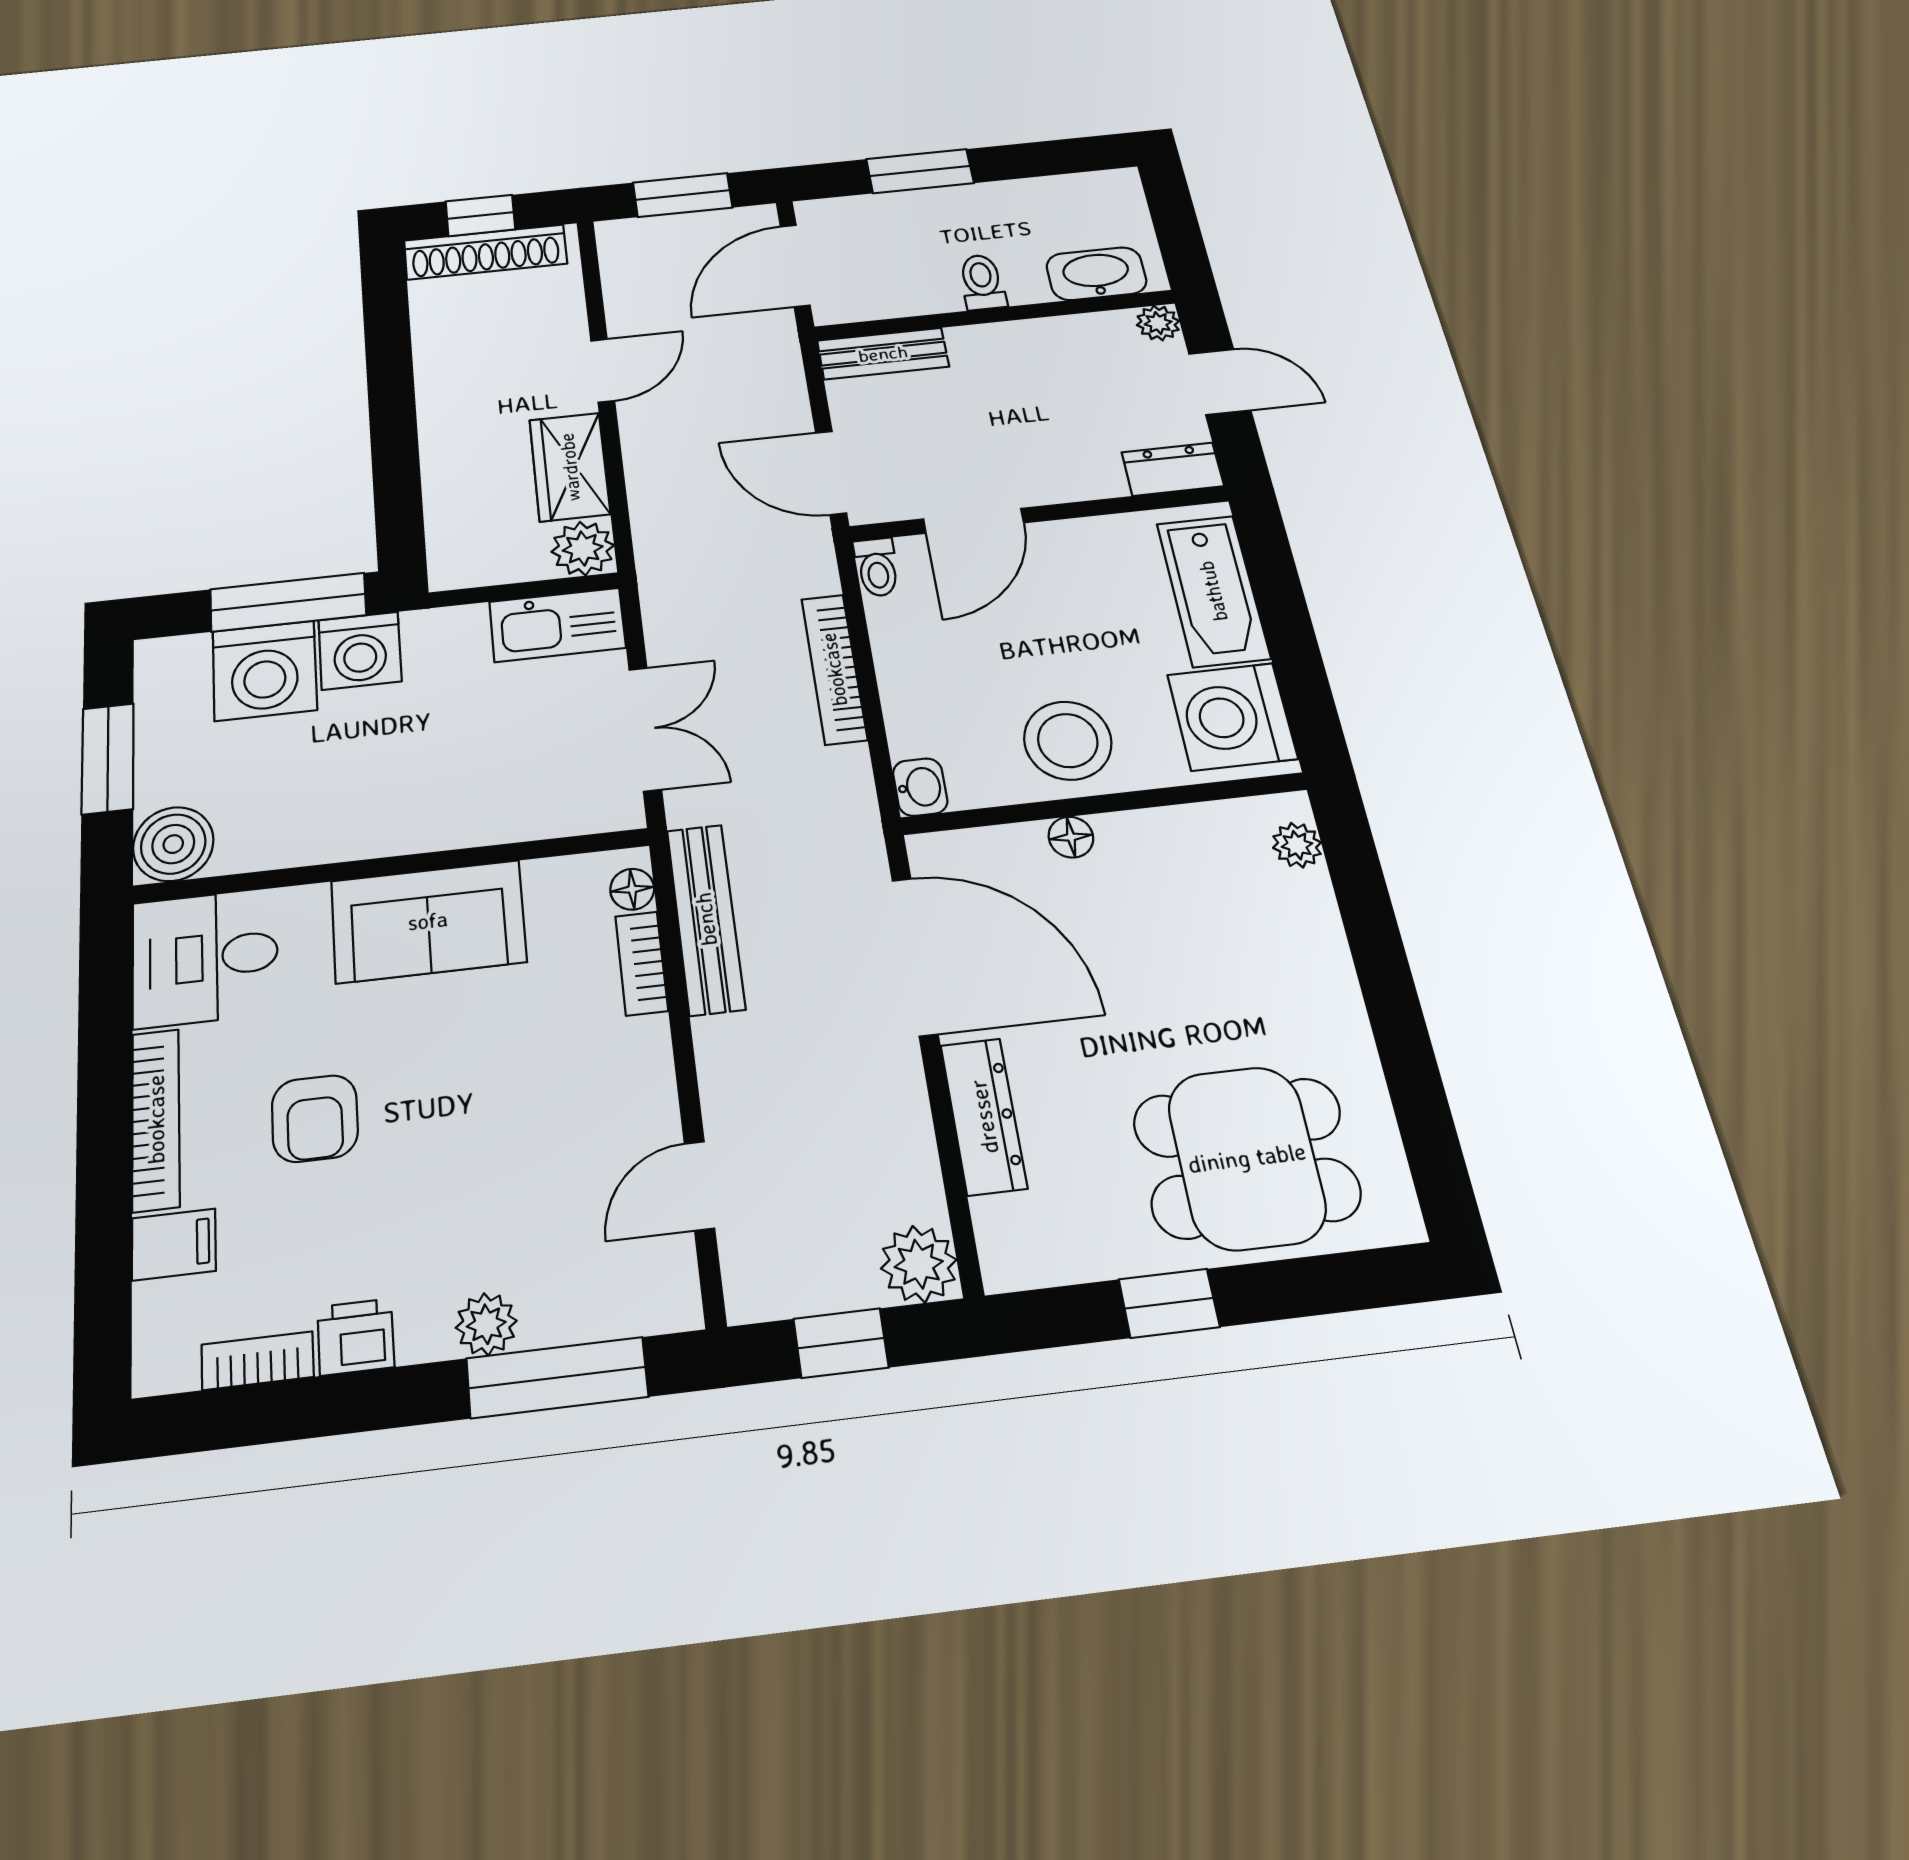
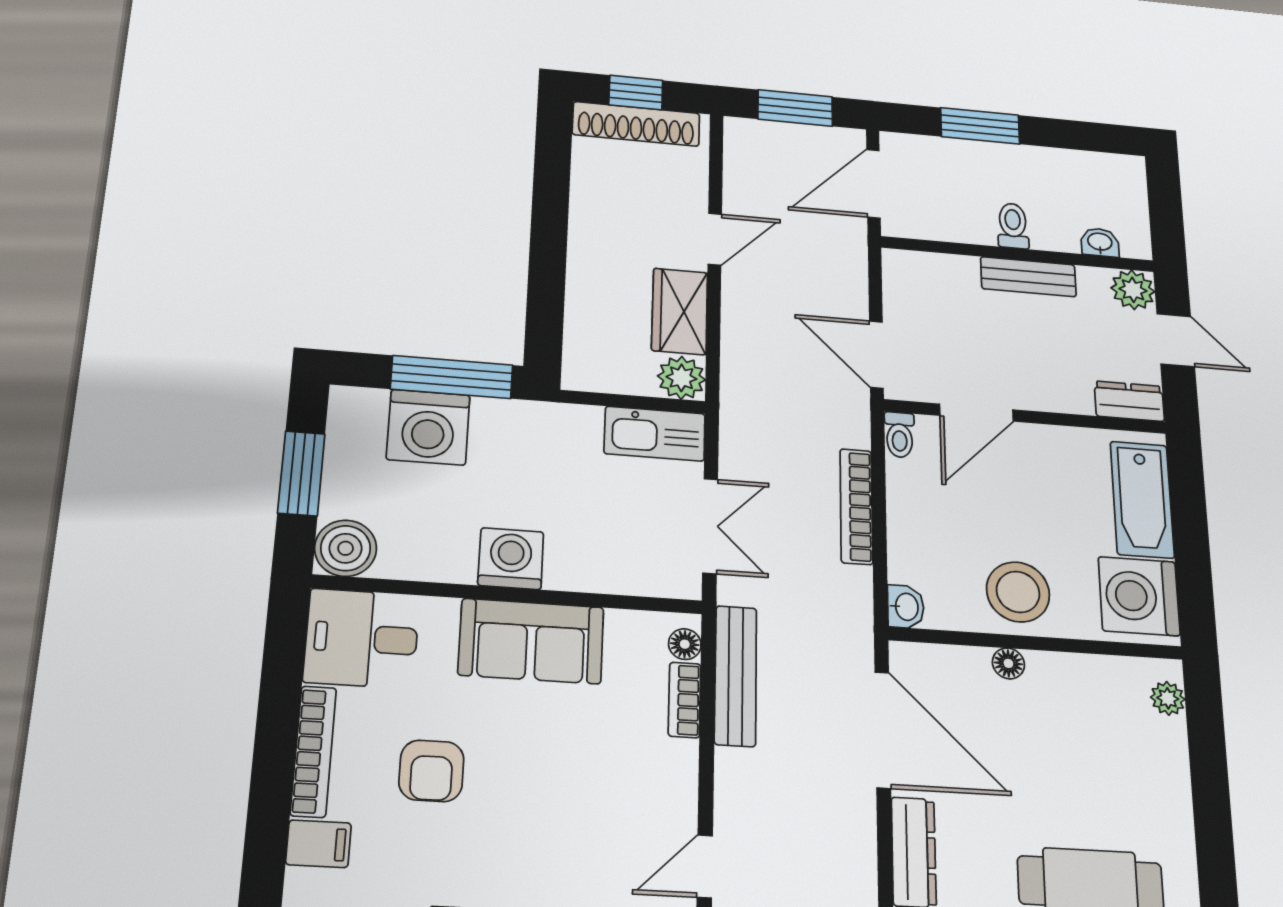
washbasin: (1096, 274) -> (1100, 242), width x0.52, depth x0.69
plant: (1158, 323) -> (1133, 290), width x1.38, depth x1.38
bench: (883, 354) -> (1028, 277), moved
washing machine: (360, 651) -> (511, 559), moved, turned 180

